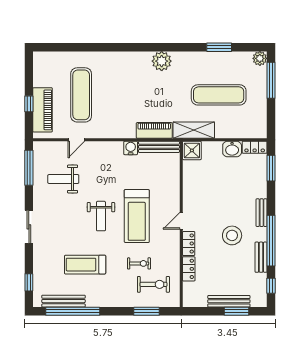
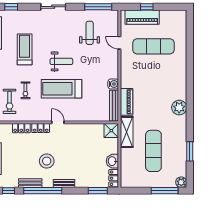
weight bench: (101, 216) -> (61, 61), turned 180

